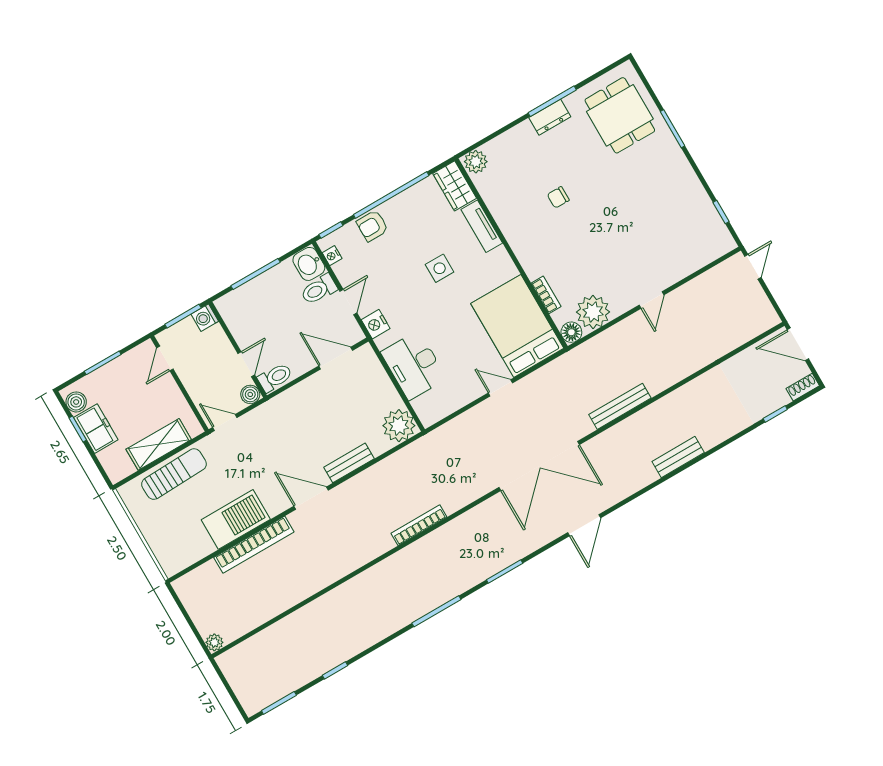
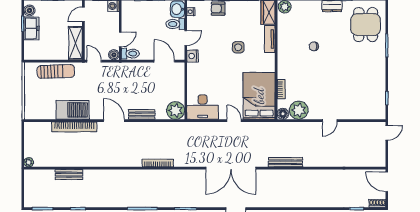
desk: (414, 365) -> (203, 107), moved, turned -90
shelving: (159, 444) -> (75, 43), moved, turned 90
bench: (678, 457) -> (69, 175), moved

